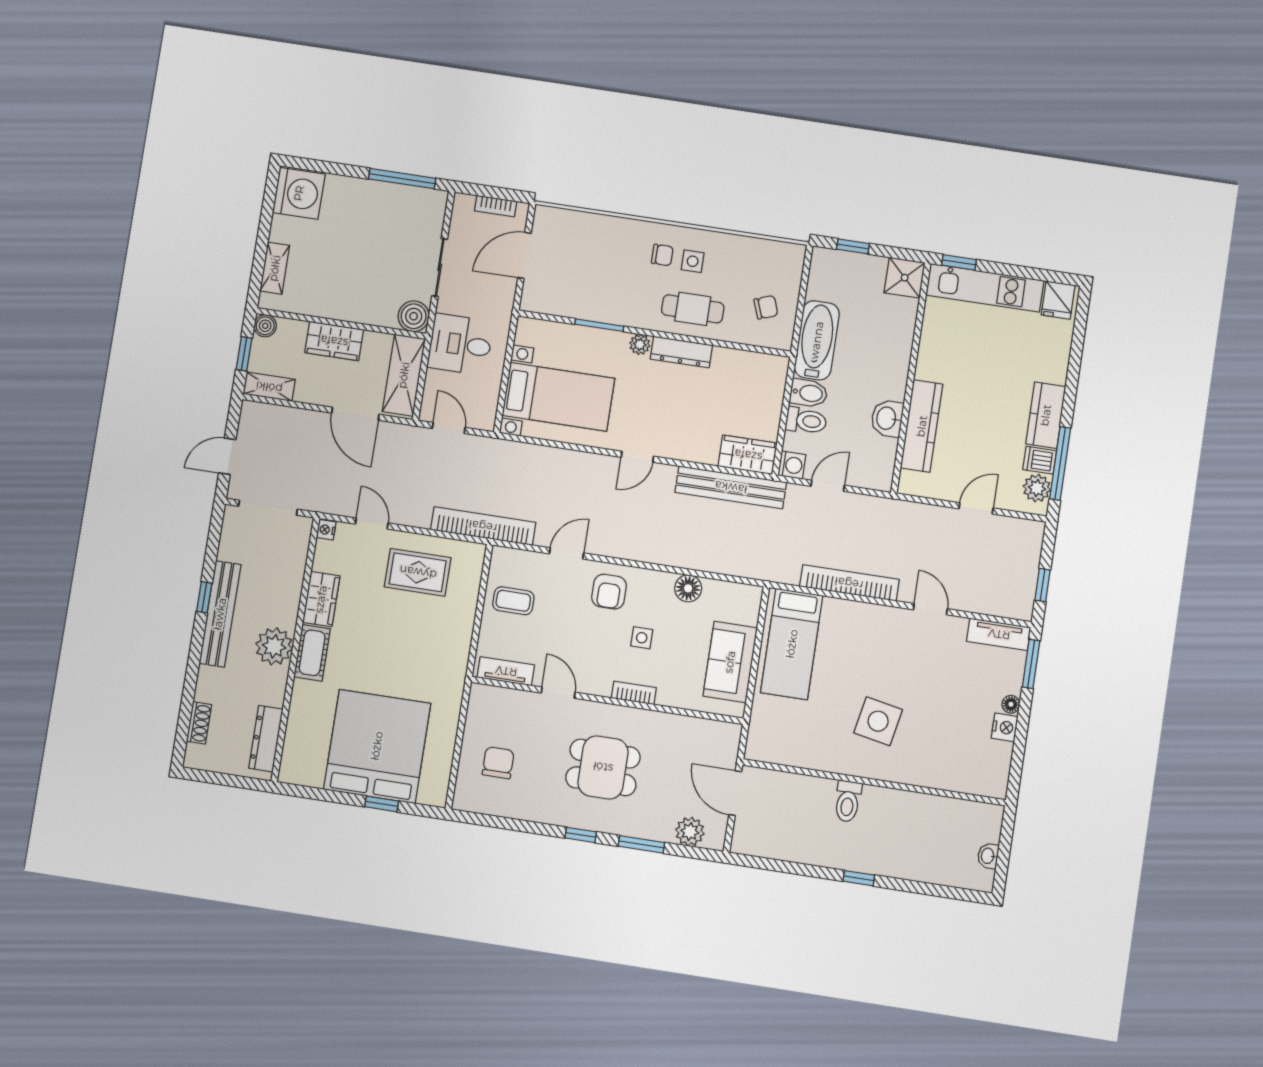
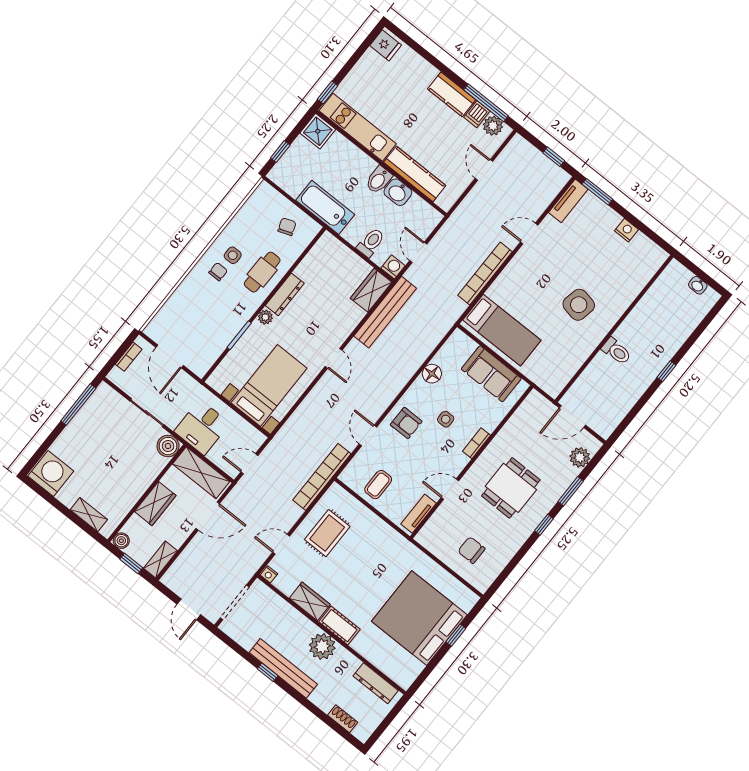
kitchen unit: (985, 288) -> (358, 127), moved, turned -90
bidet: (809, 393) -> (379, 180), moved, turned 180
floor lamp: (1011, 704) -> (615, 218), removed

